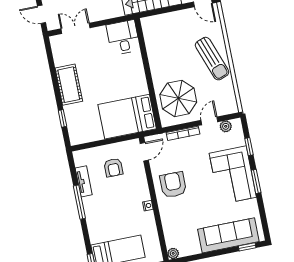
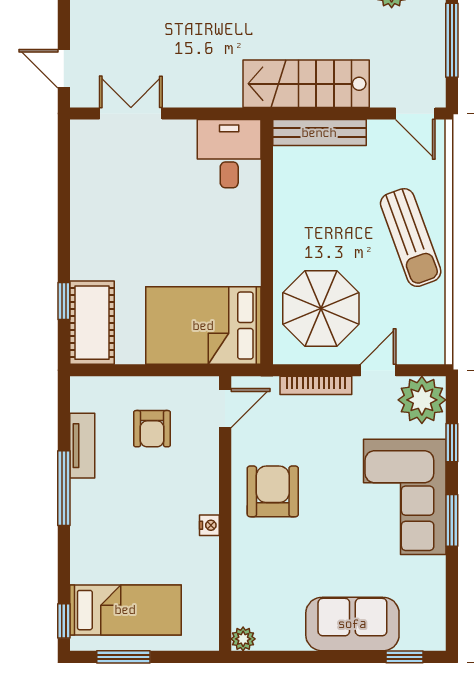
bench: (162, 20) -> (319, 133), added
cot: (69, 85) -> (92, 323), moved
plant: (226, 126) -> (422, 400), width x1.87, depth x1.87
sofa: (228, 235) -> (352, 624), width x0.73

